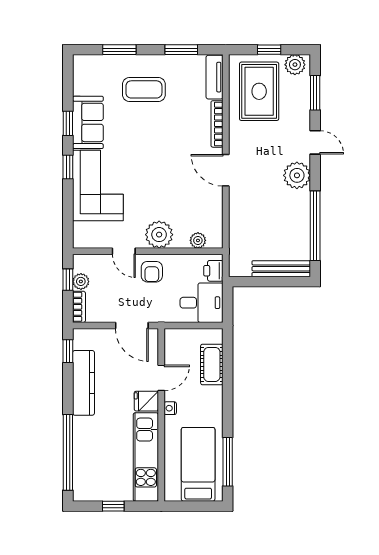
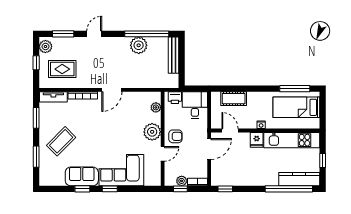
coffee table: (144, 89) -> (61, 141), turned 45
rug: (259, 91) -> (62, 69), width x0.73, depth x0.70
plant: (297, 175) -> (139, 45), moved
door: (161, 378) -> (230, 130), moved
kitchen counter: (84, 383) -> (299, 179), moved

